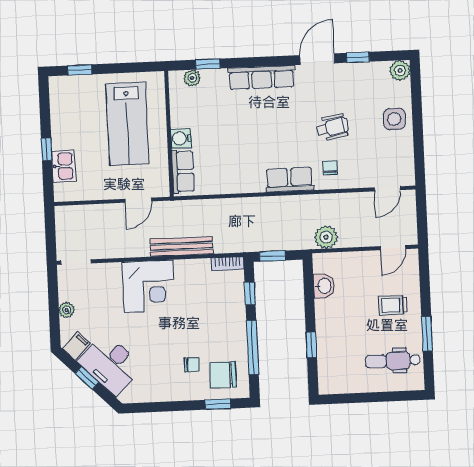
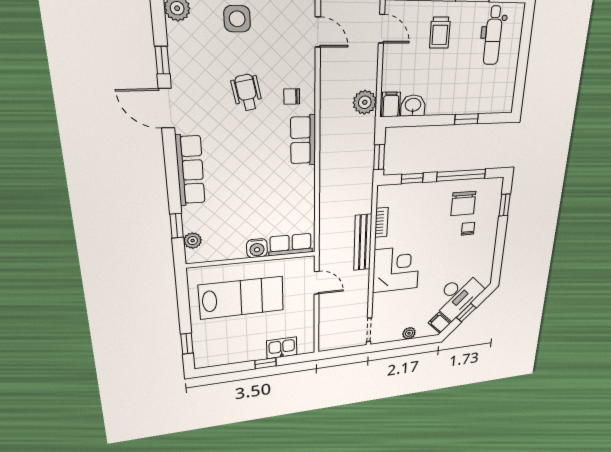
filing cabinet: (324, 263) -> (391, 104), added
bookcase: (228, 264) -> (381, 222), moved
chair: (223, 375) -> (463, 203), moved

